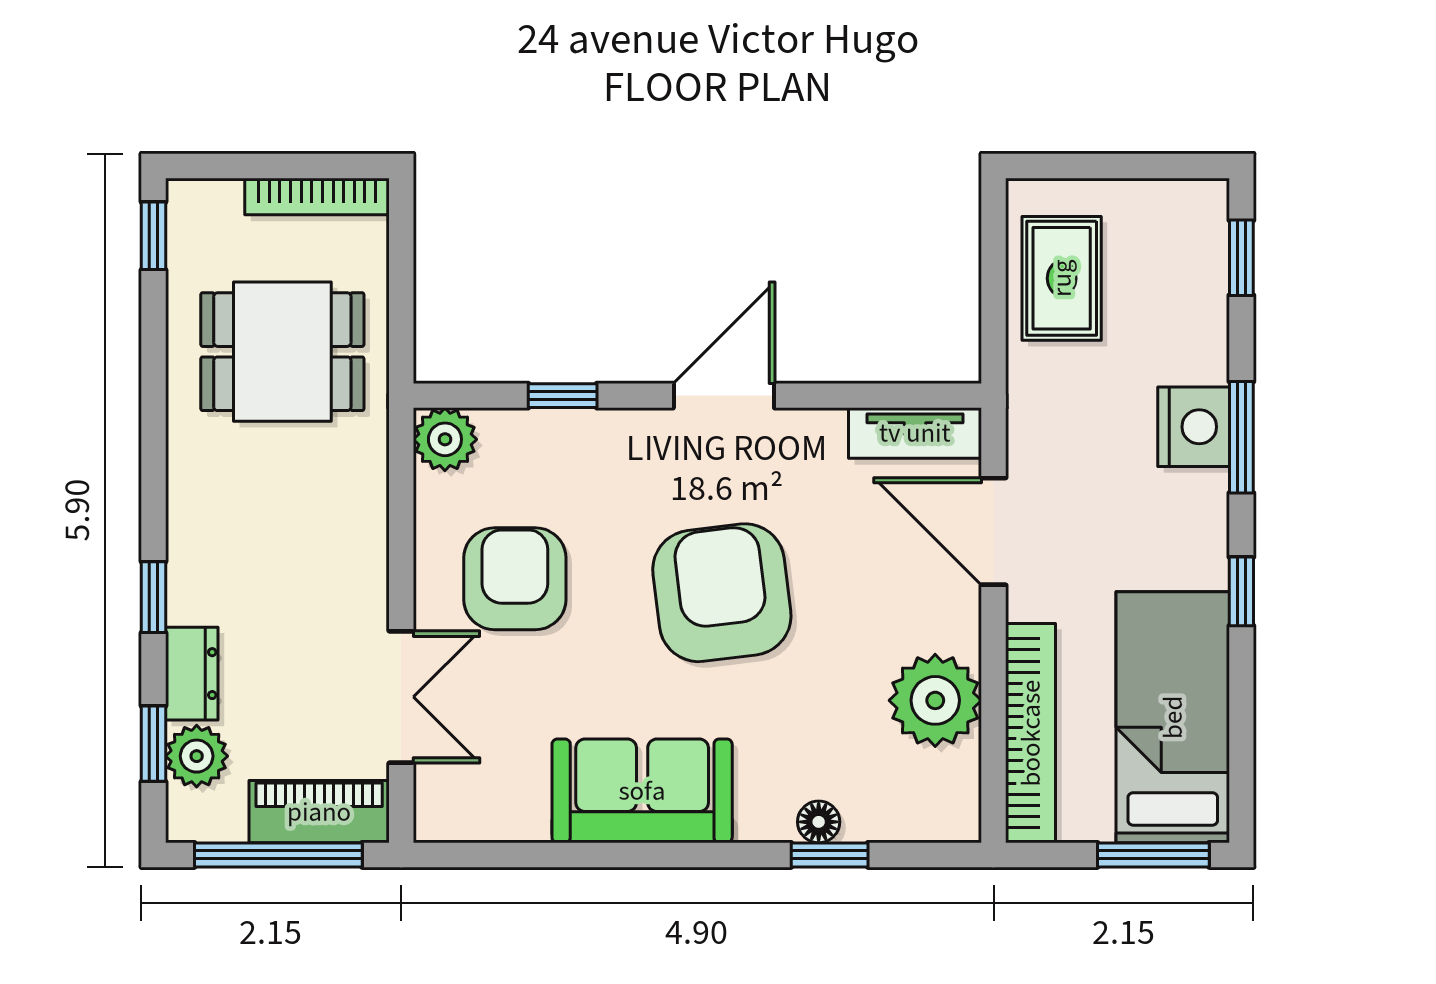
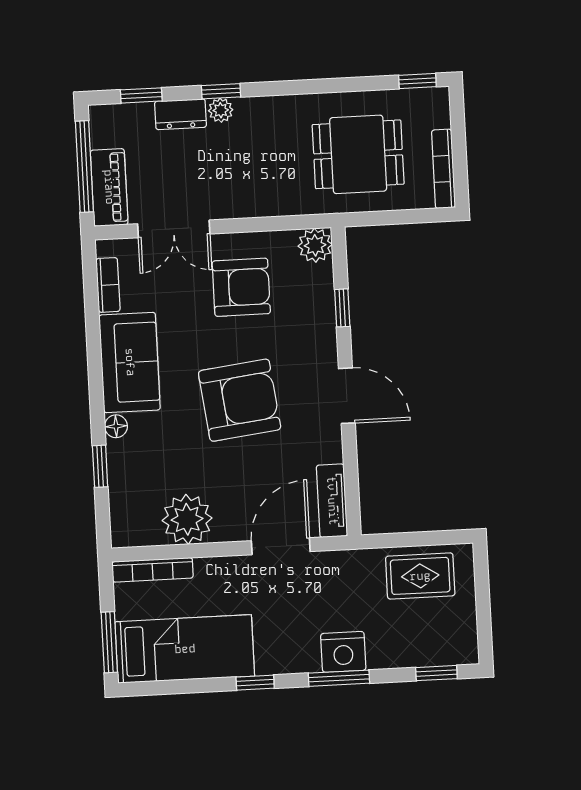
dining table: (282, 352) -> (358, 154), turned 90
bookcase: (1031, 733) -> (153, 570), width x0.68, depth x0.76
plant: (197, 756) -> (221, 110), moved, width x0.73, depth x0.73
floor lamp: (819, 822) -> (116, 426), moved
bookcase: (498, 823) -> (108, 285), added

